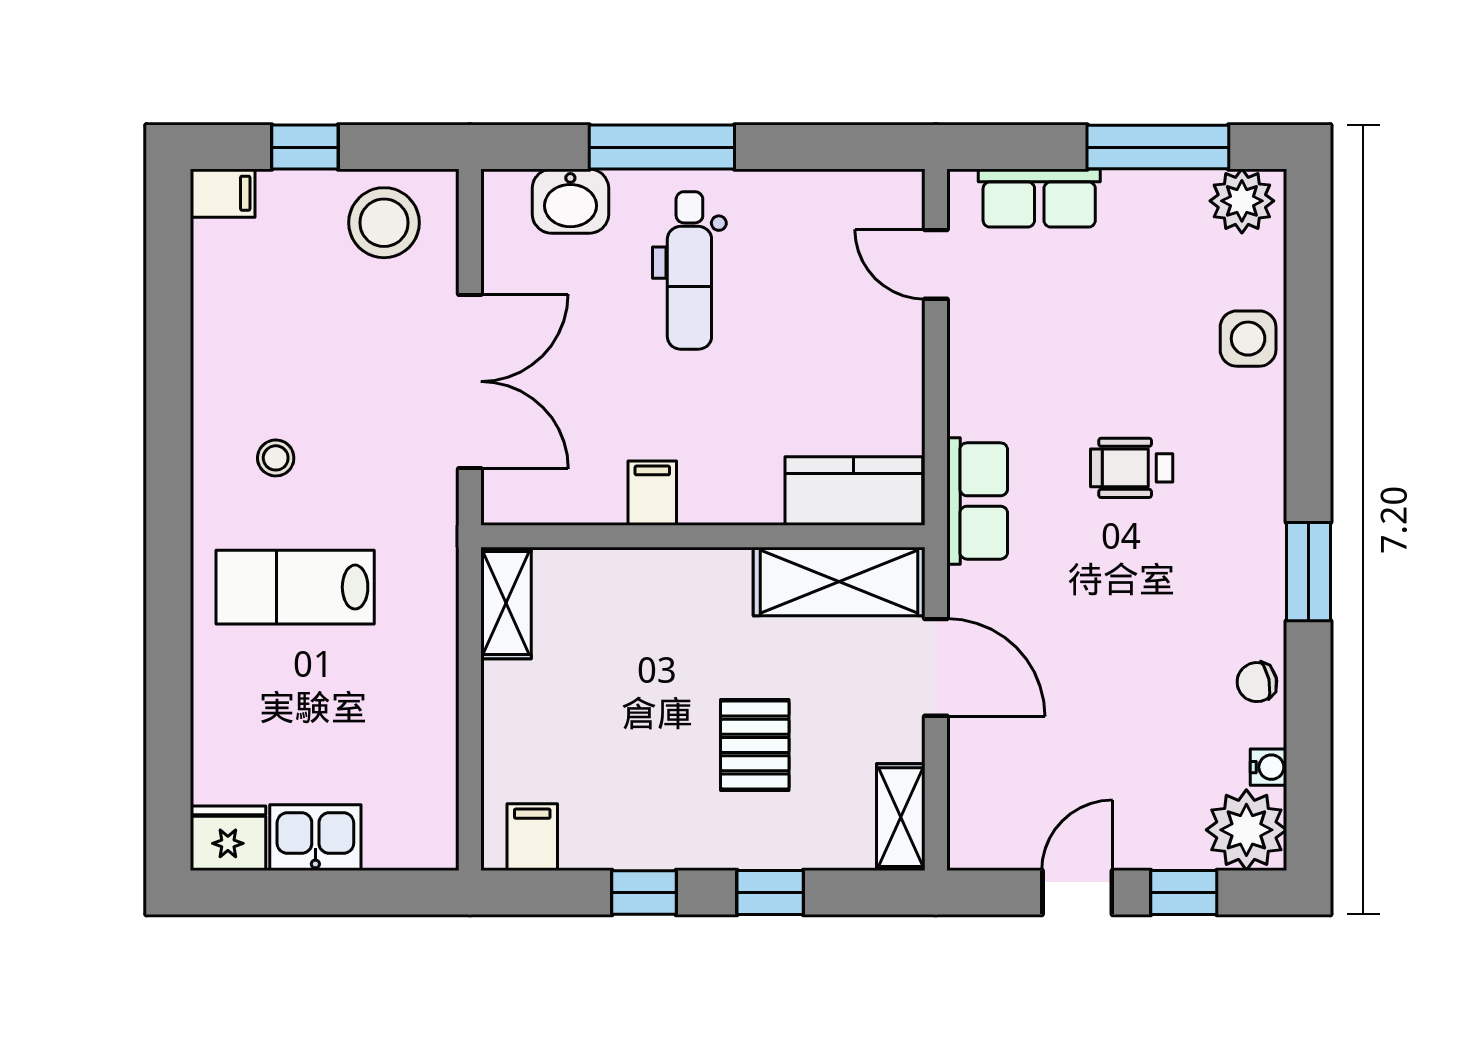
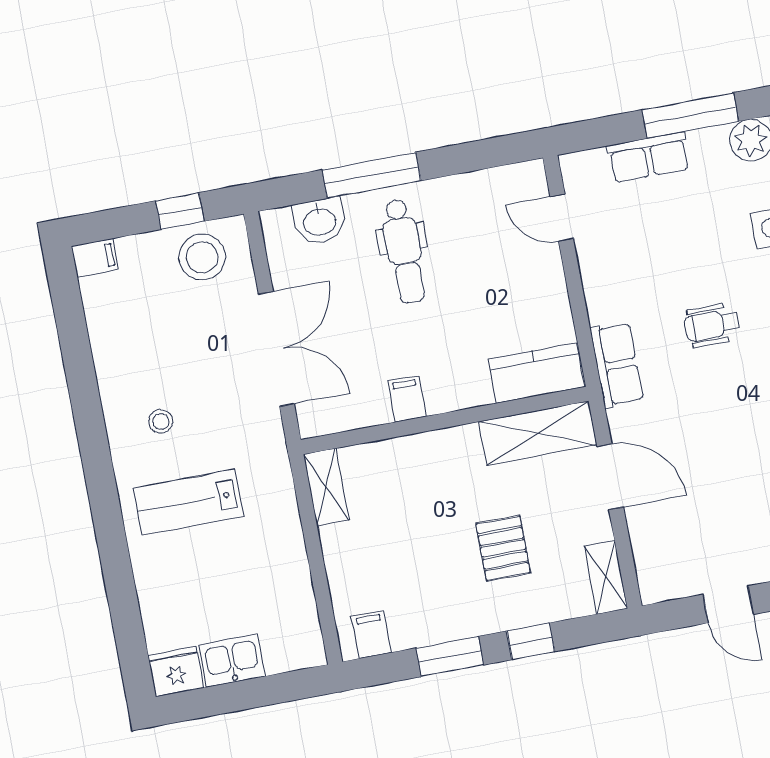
window: (305, 147) -> (180, 211), moved
row of seats: (1039, 198) -> (649, 157), moved
window: (644, 893) -> (450, 656), width x1.50
door: (1077, 893) -> (728, 604), swing flipped

